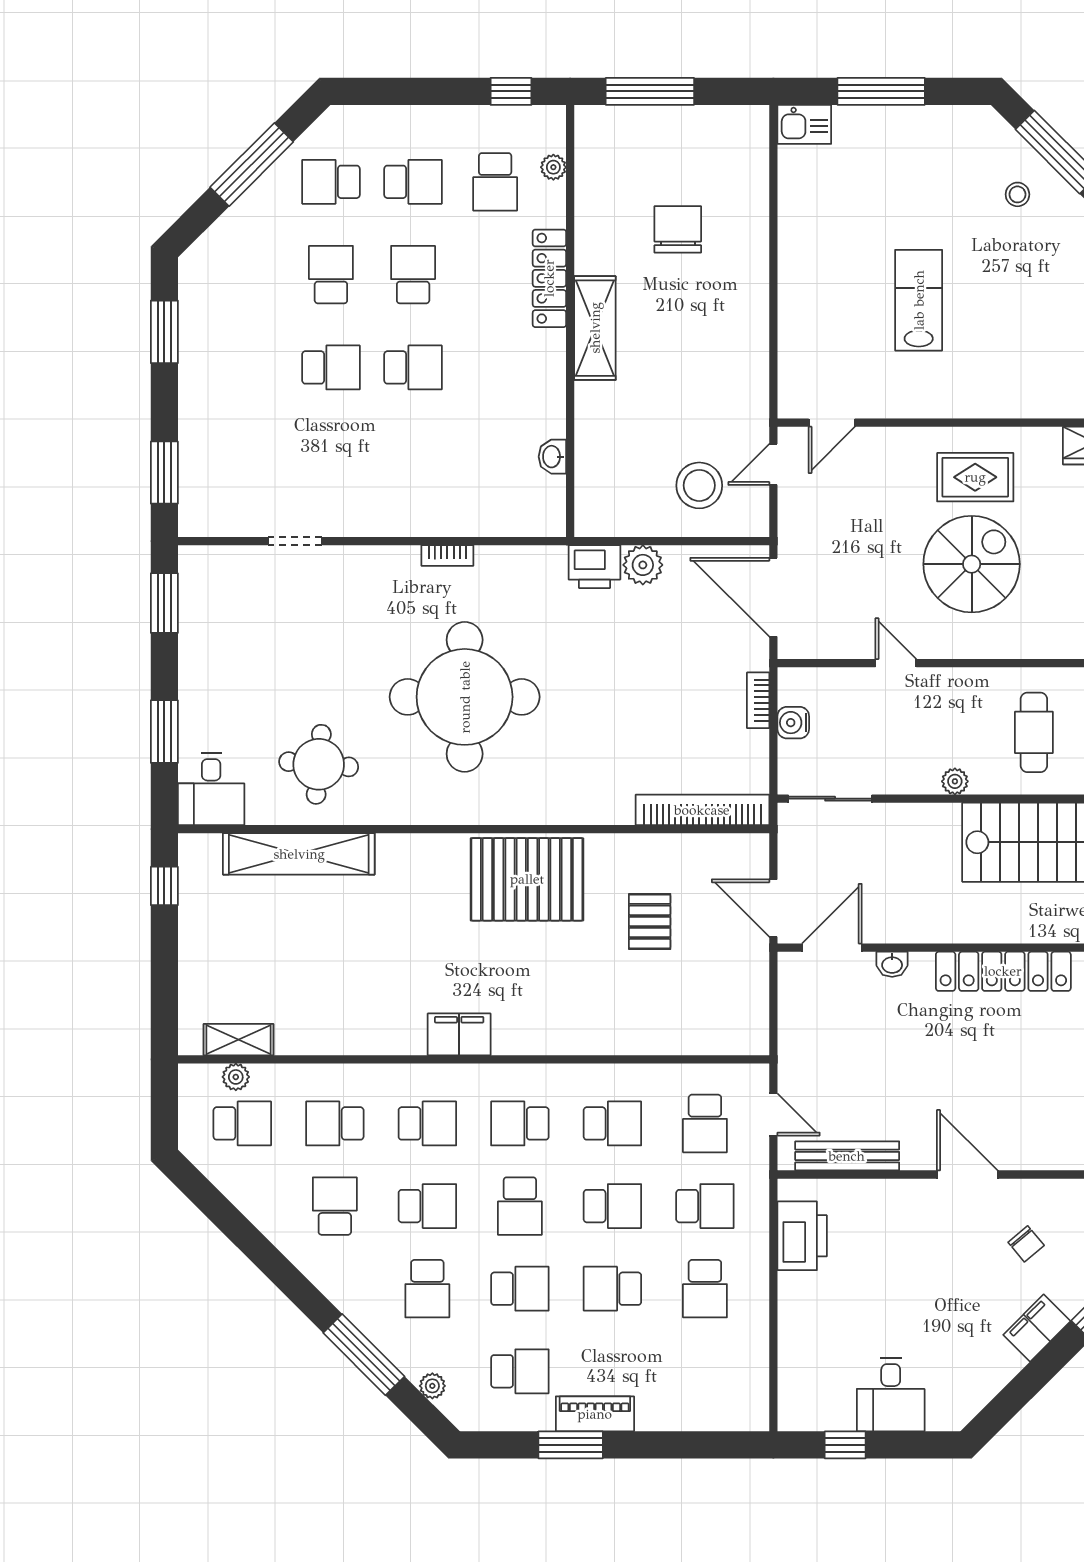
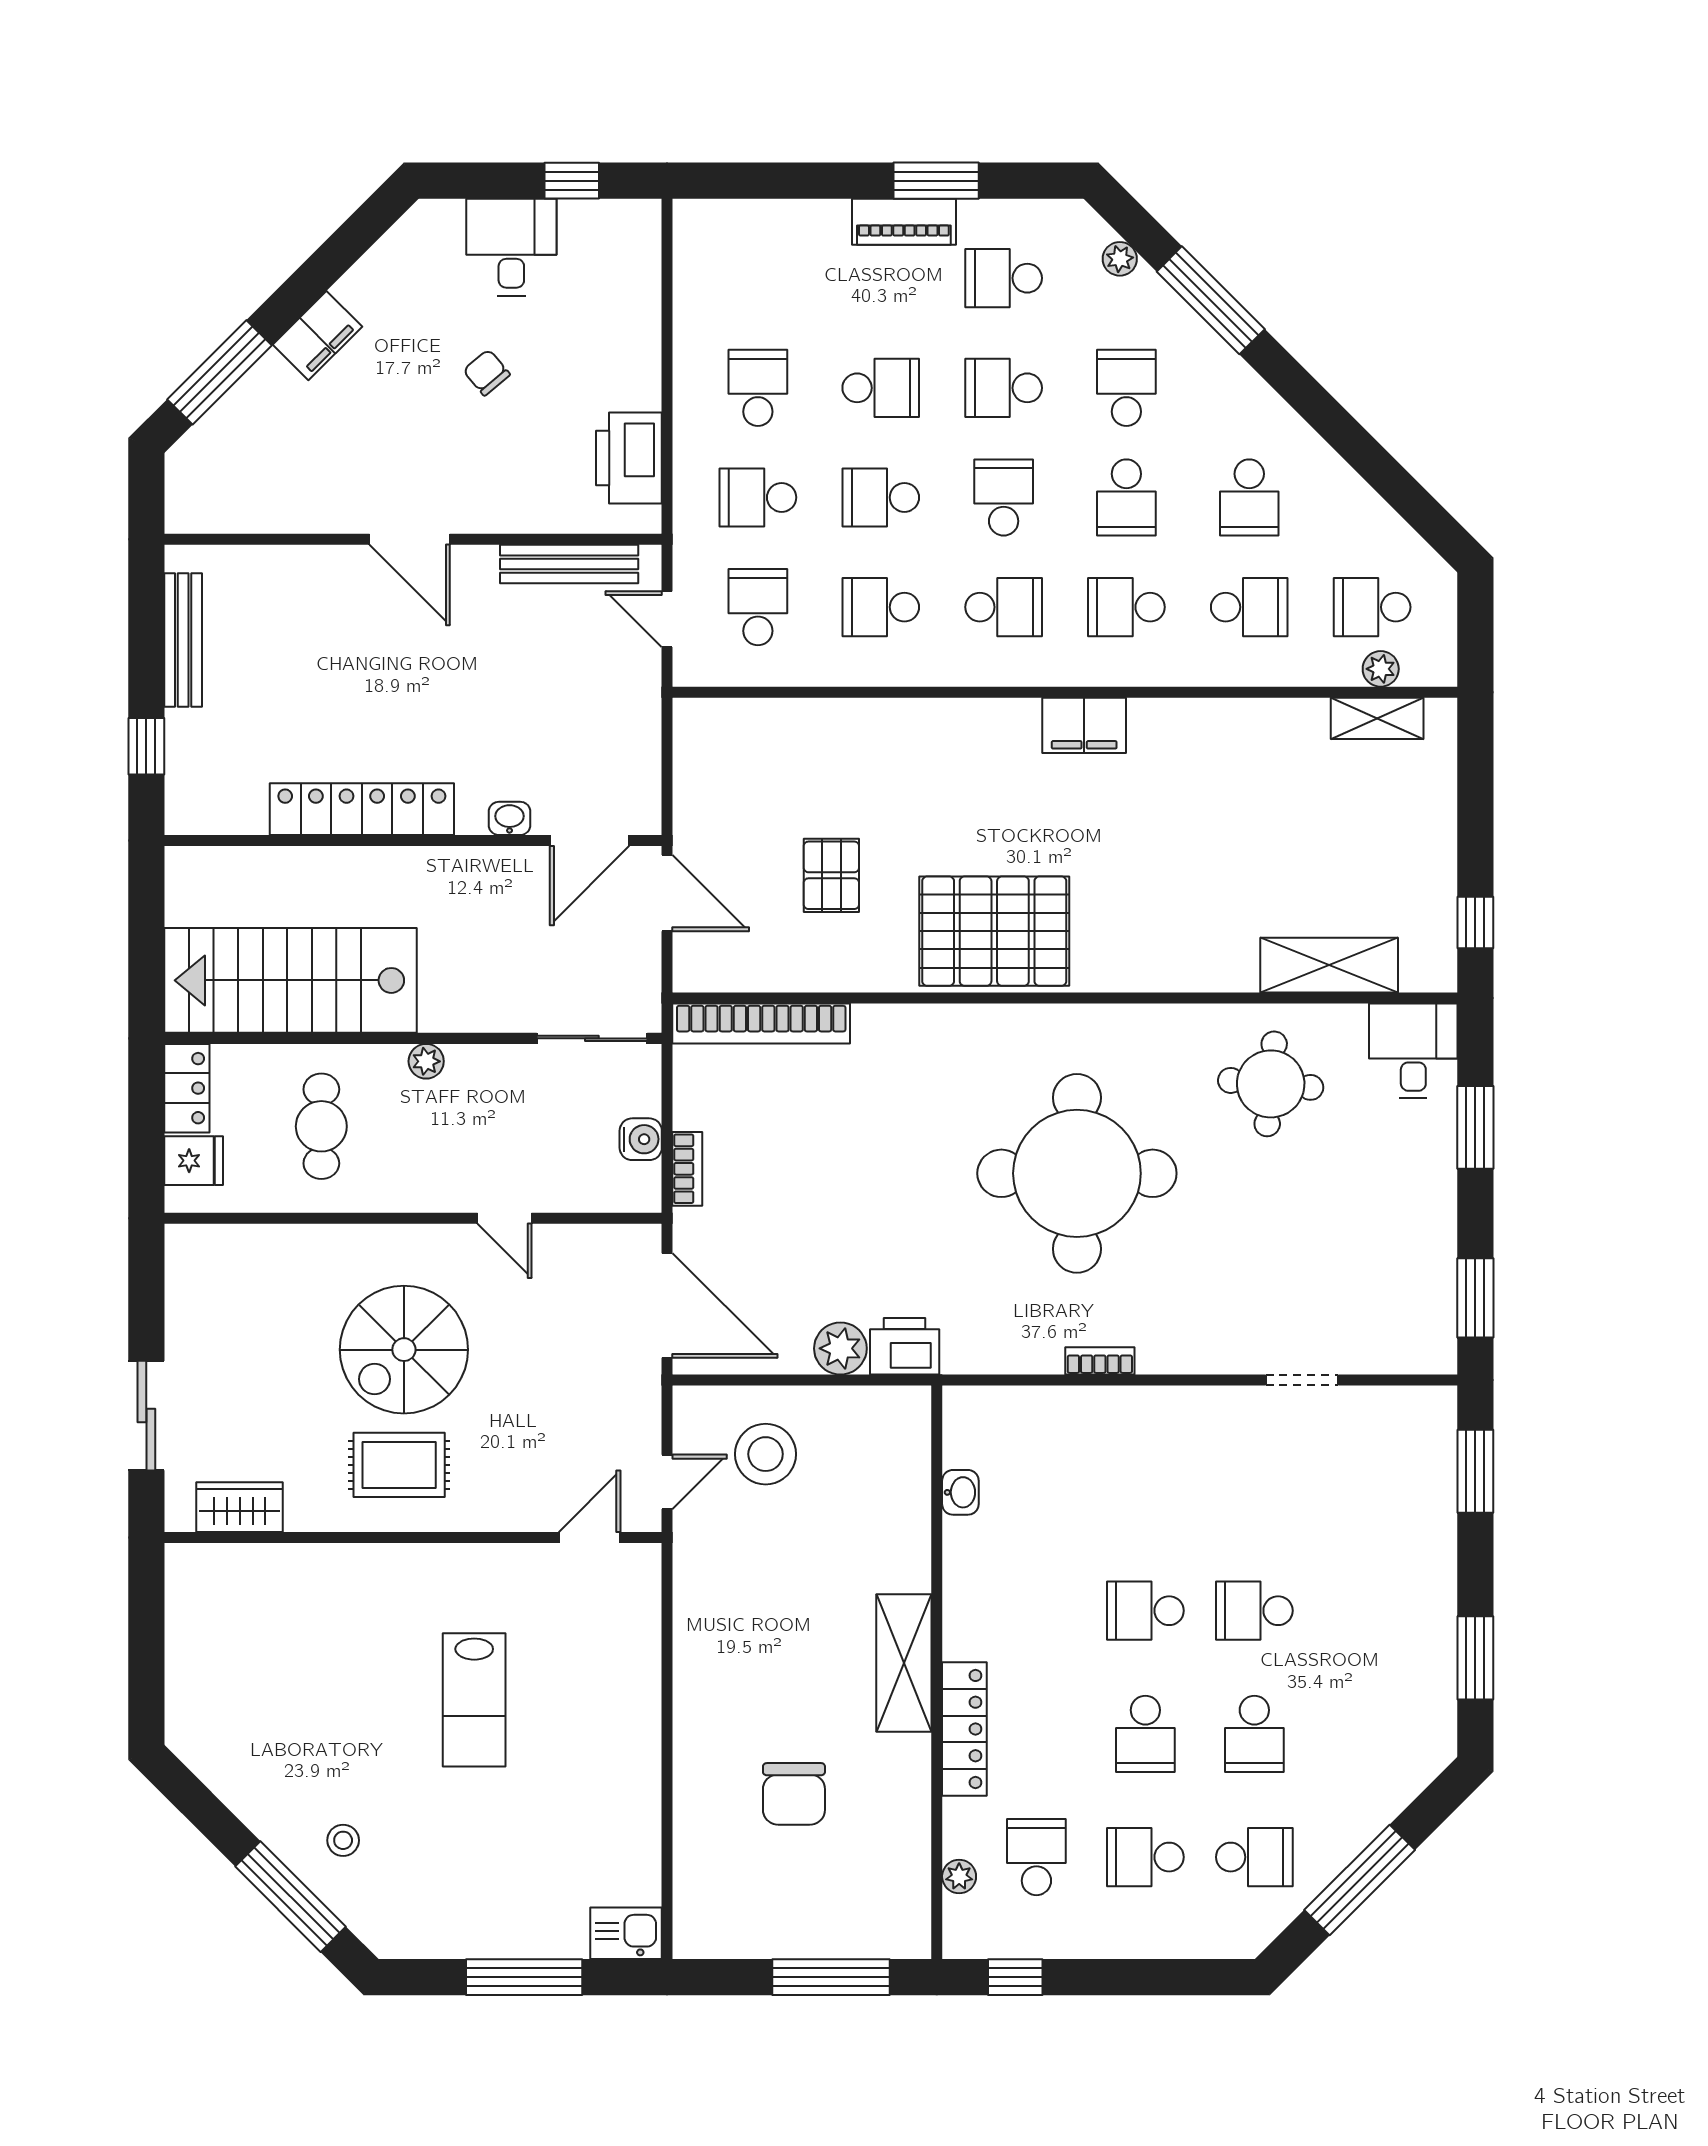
shelving: (299, 854) -> (1329, 965), width x0.68
school desk: (427, 1206) -> (1126, 497), turned -90
chair: (1026, 1244) -> (487, 372), moved

